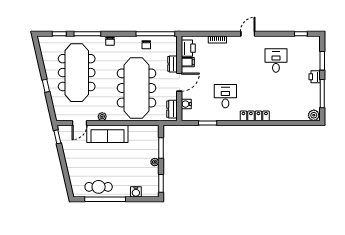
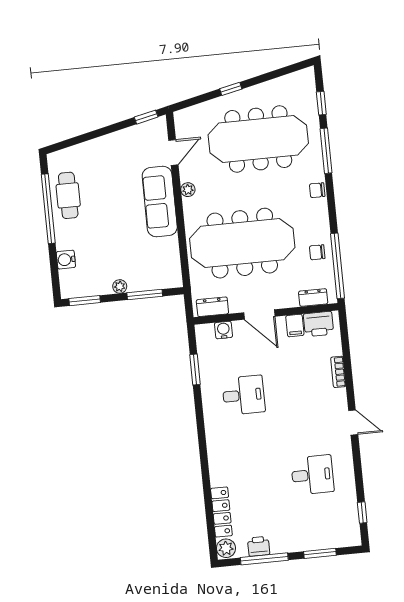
dresser: (172, 64) -> (313, 298), moved
printer: (315, 77) -> (259, 546), moved
locker: (255, 116) -> (221, 512), moved
door: (80, 123) -> (173, 152), swing flipped

